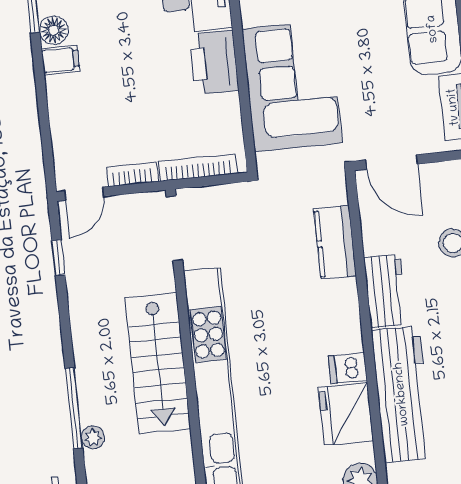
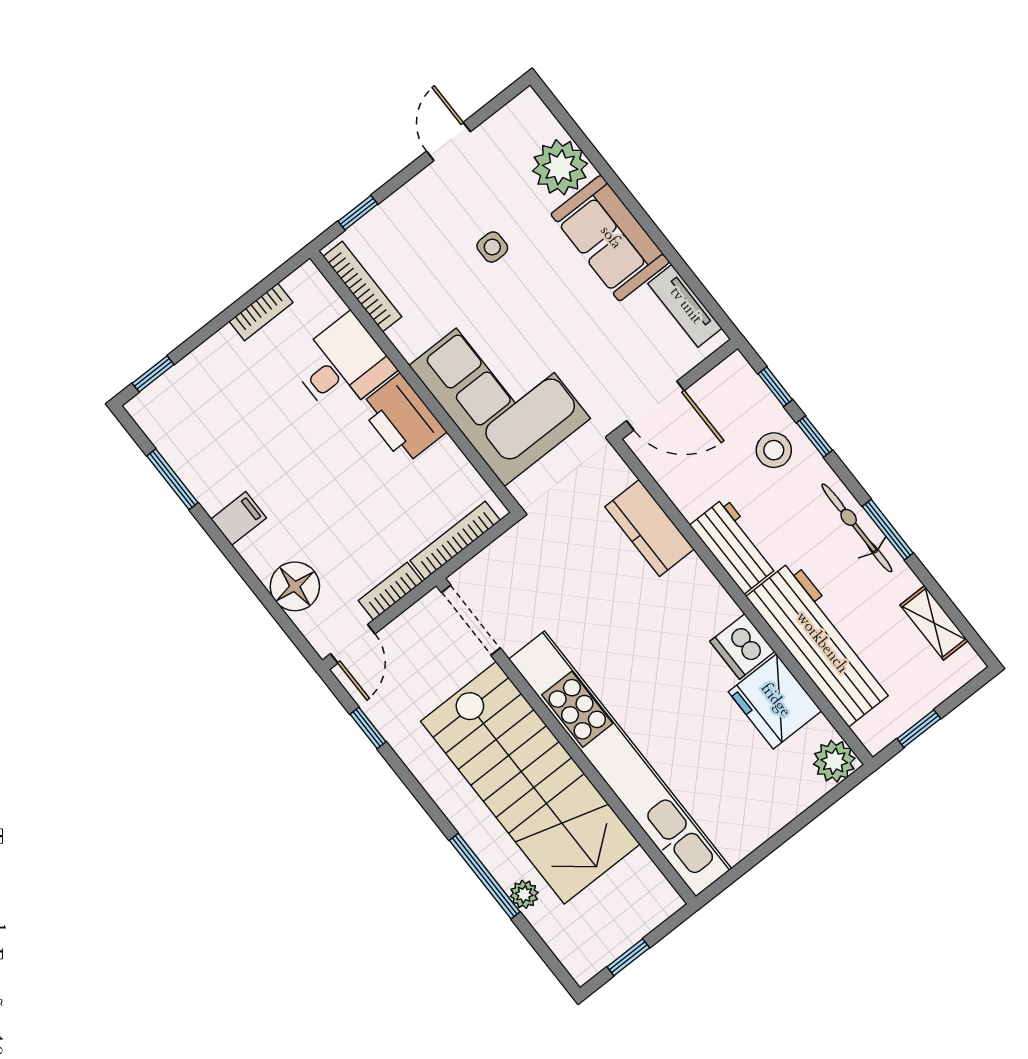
floor lamp: (54, 30) -> (295, 586), moved, width x1.38, depth x1.38
stairs: (158, 363) -> (530, 783), width x1.36, depth x1.51
dishwasher: (348, 368) -> (742, 646), width x1.38

